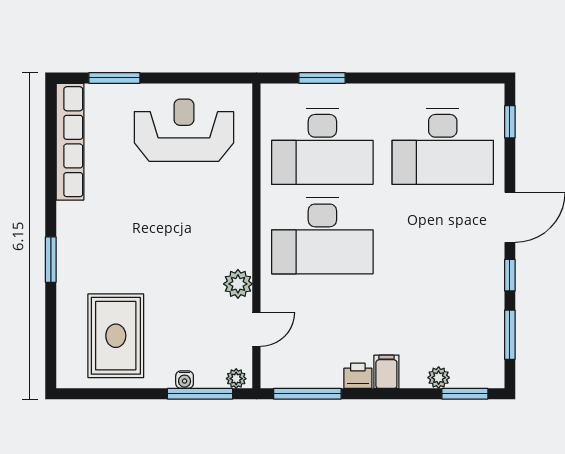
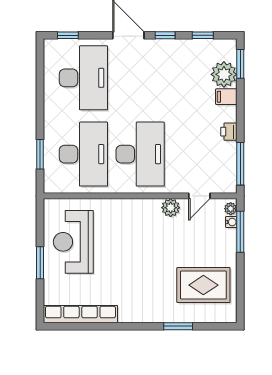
window: (114, 78) -> (40, 263), moved
window: (51, 260) -> (178, 326), moved
door: (256, 329) -> (199, 196), swing flipped
window: (510, 335) -> (203, 35), width x0.67
filing cabinet: (386, 372) -> (226, 97), moved
plant: (439, 378) -> (224, 74), width x1.88, depth x1.88
water cooler: (185, 380) -> (231, 222), moved

